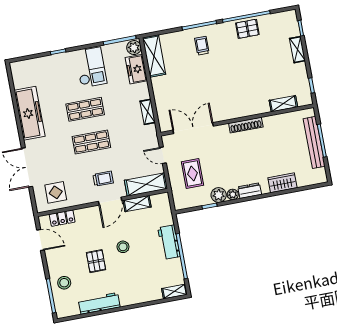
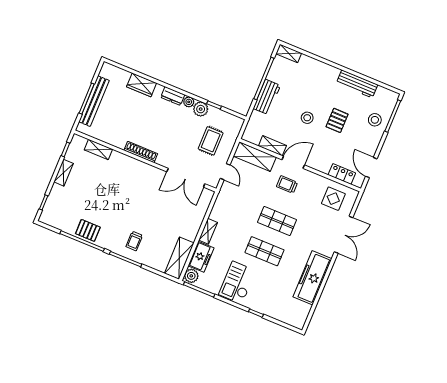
shelving: (297, 50) -> (64, 173), moved
shelving: (148, 112) -> (208, 231), moved

